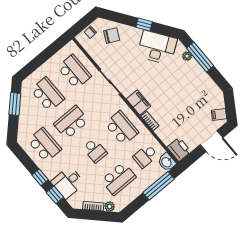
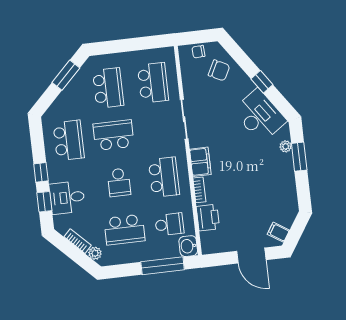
window: (200, 57) -> (299, 157), width x0.69
printer: (179, 149) -> (208, 218), moved
school desk: (145, 156) -> (169, 224), turned 180

